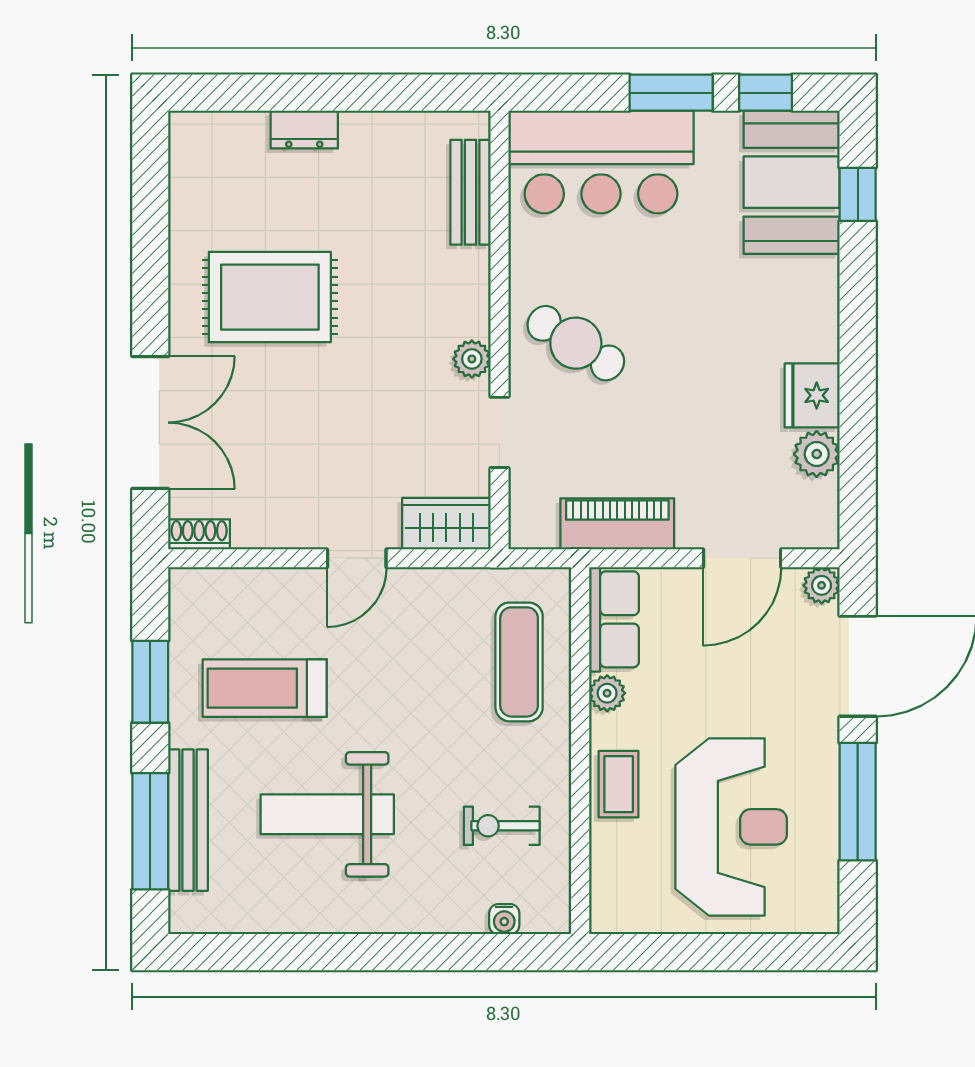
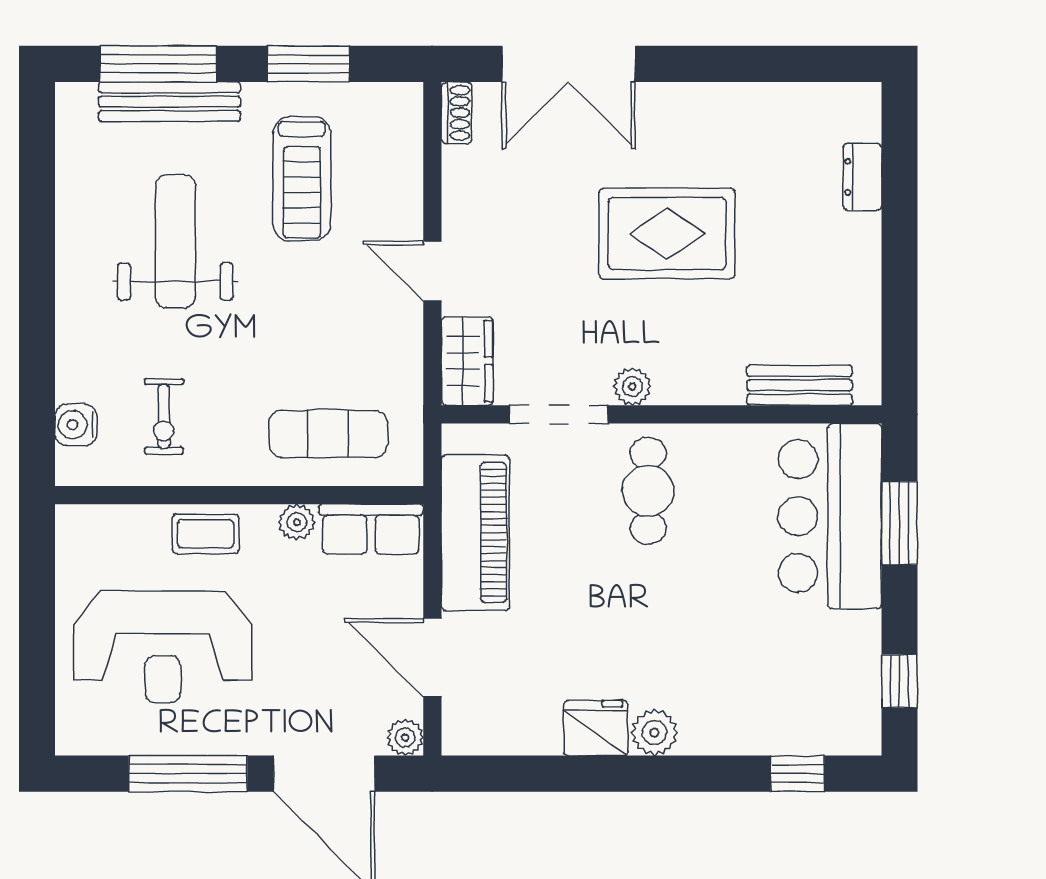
window: (671, 93) -> (899, 523), moved
dresser: (304, 129) -> (863, 177), moved
booth: (792, 182) -> (810, 707), removed
rug: (270, 297) -> (667, 233), moved, turned 90
cafe table: (576, 343) -> (648, 491), turned -32
doorway: (499, 432) -> (559, 414), width x1.38
plant: (817, 454) -> (654, 733), moved
piano: (617, 524) -> (475, 532), width x1.37, depth x1.33
treadmill: (265, 688) -> (302, 179), turned 180
exercise bike: (502, 826) -> (164, 416), turned 180
water cooler: (504, 919) -> (76, 425), width x1.38, depth x1.38

